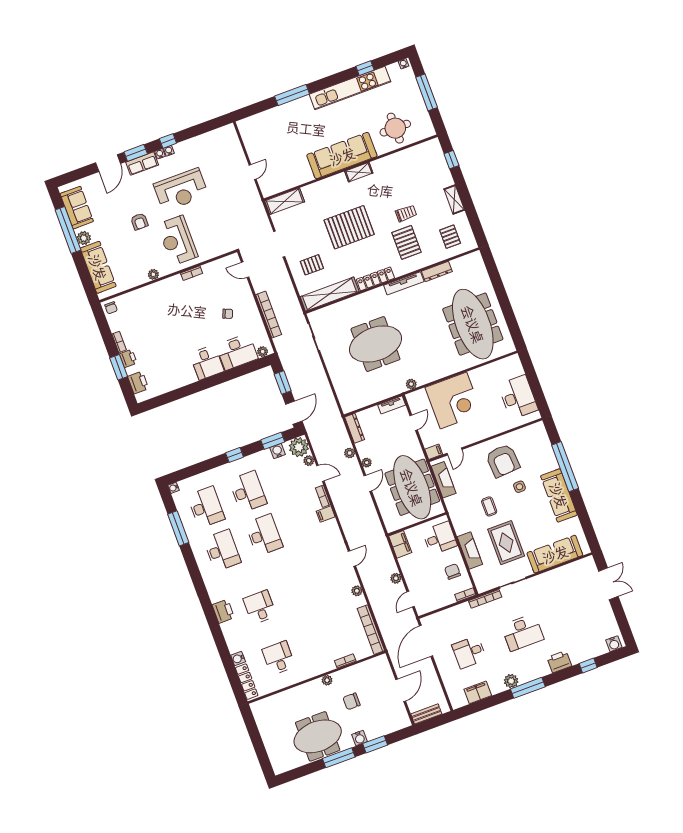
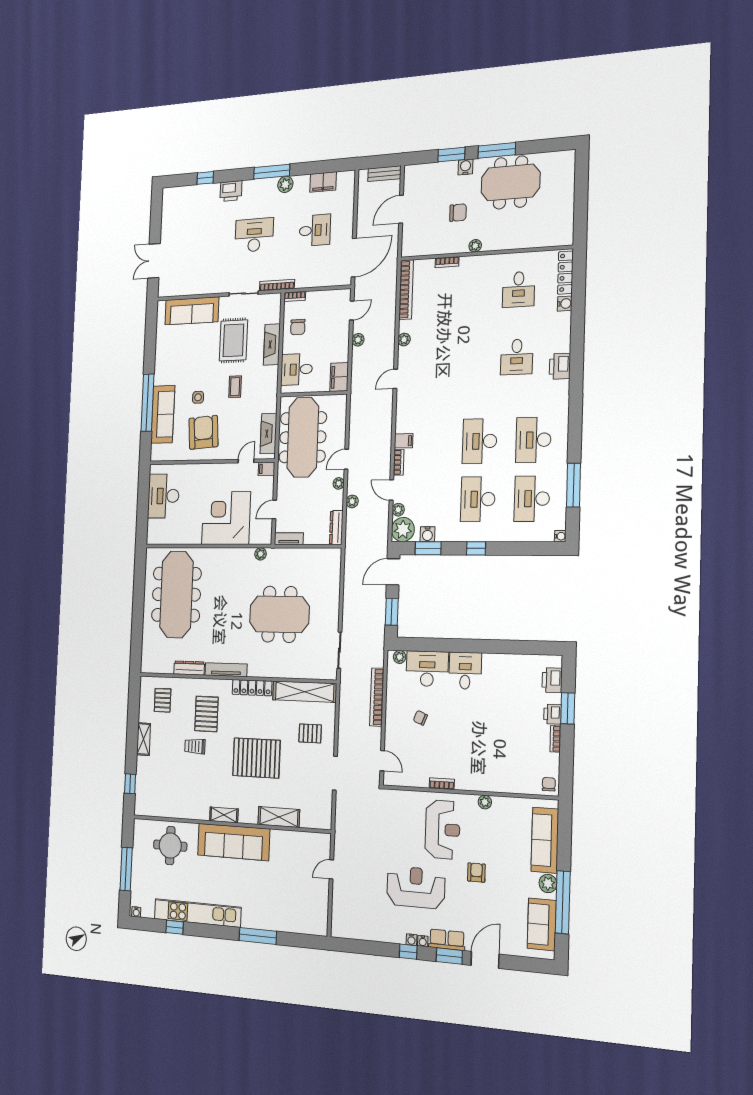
shelving: (285, 201) -> (279, 817), moved
sofa: (559, 495) -> (163, 414), moved
water cooler: (614, 644) -> (173, 194), removed

